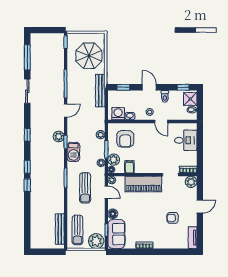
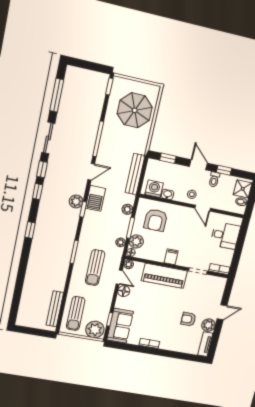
window: (183, 87) -> (224, 170), moved
bench: (100, 91) -> (135, 174), moved
barbecue: (73, 152) -> (96, 198), moved
filing cabinet: (129, 167) -> (171, 257), moved
plant: (191, 182) -> (208, 325), moved
window: (27, 185) -> (42, 169), moved
floor lamp: (113, 214) -> (124, 291), moved

